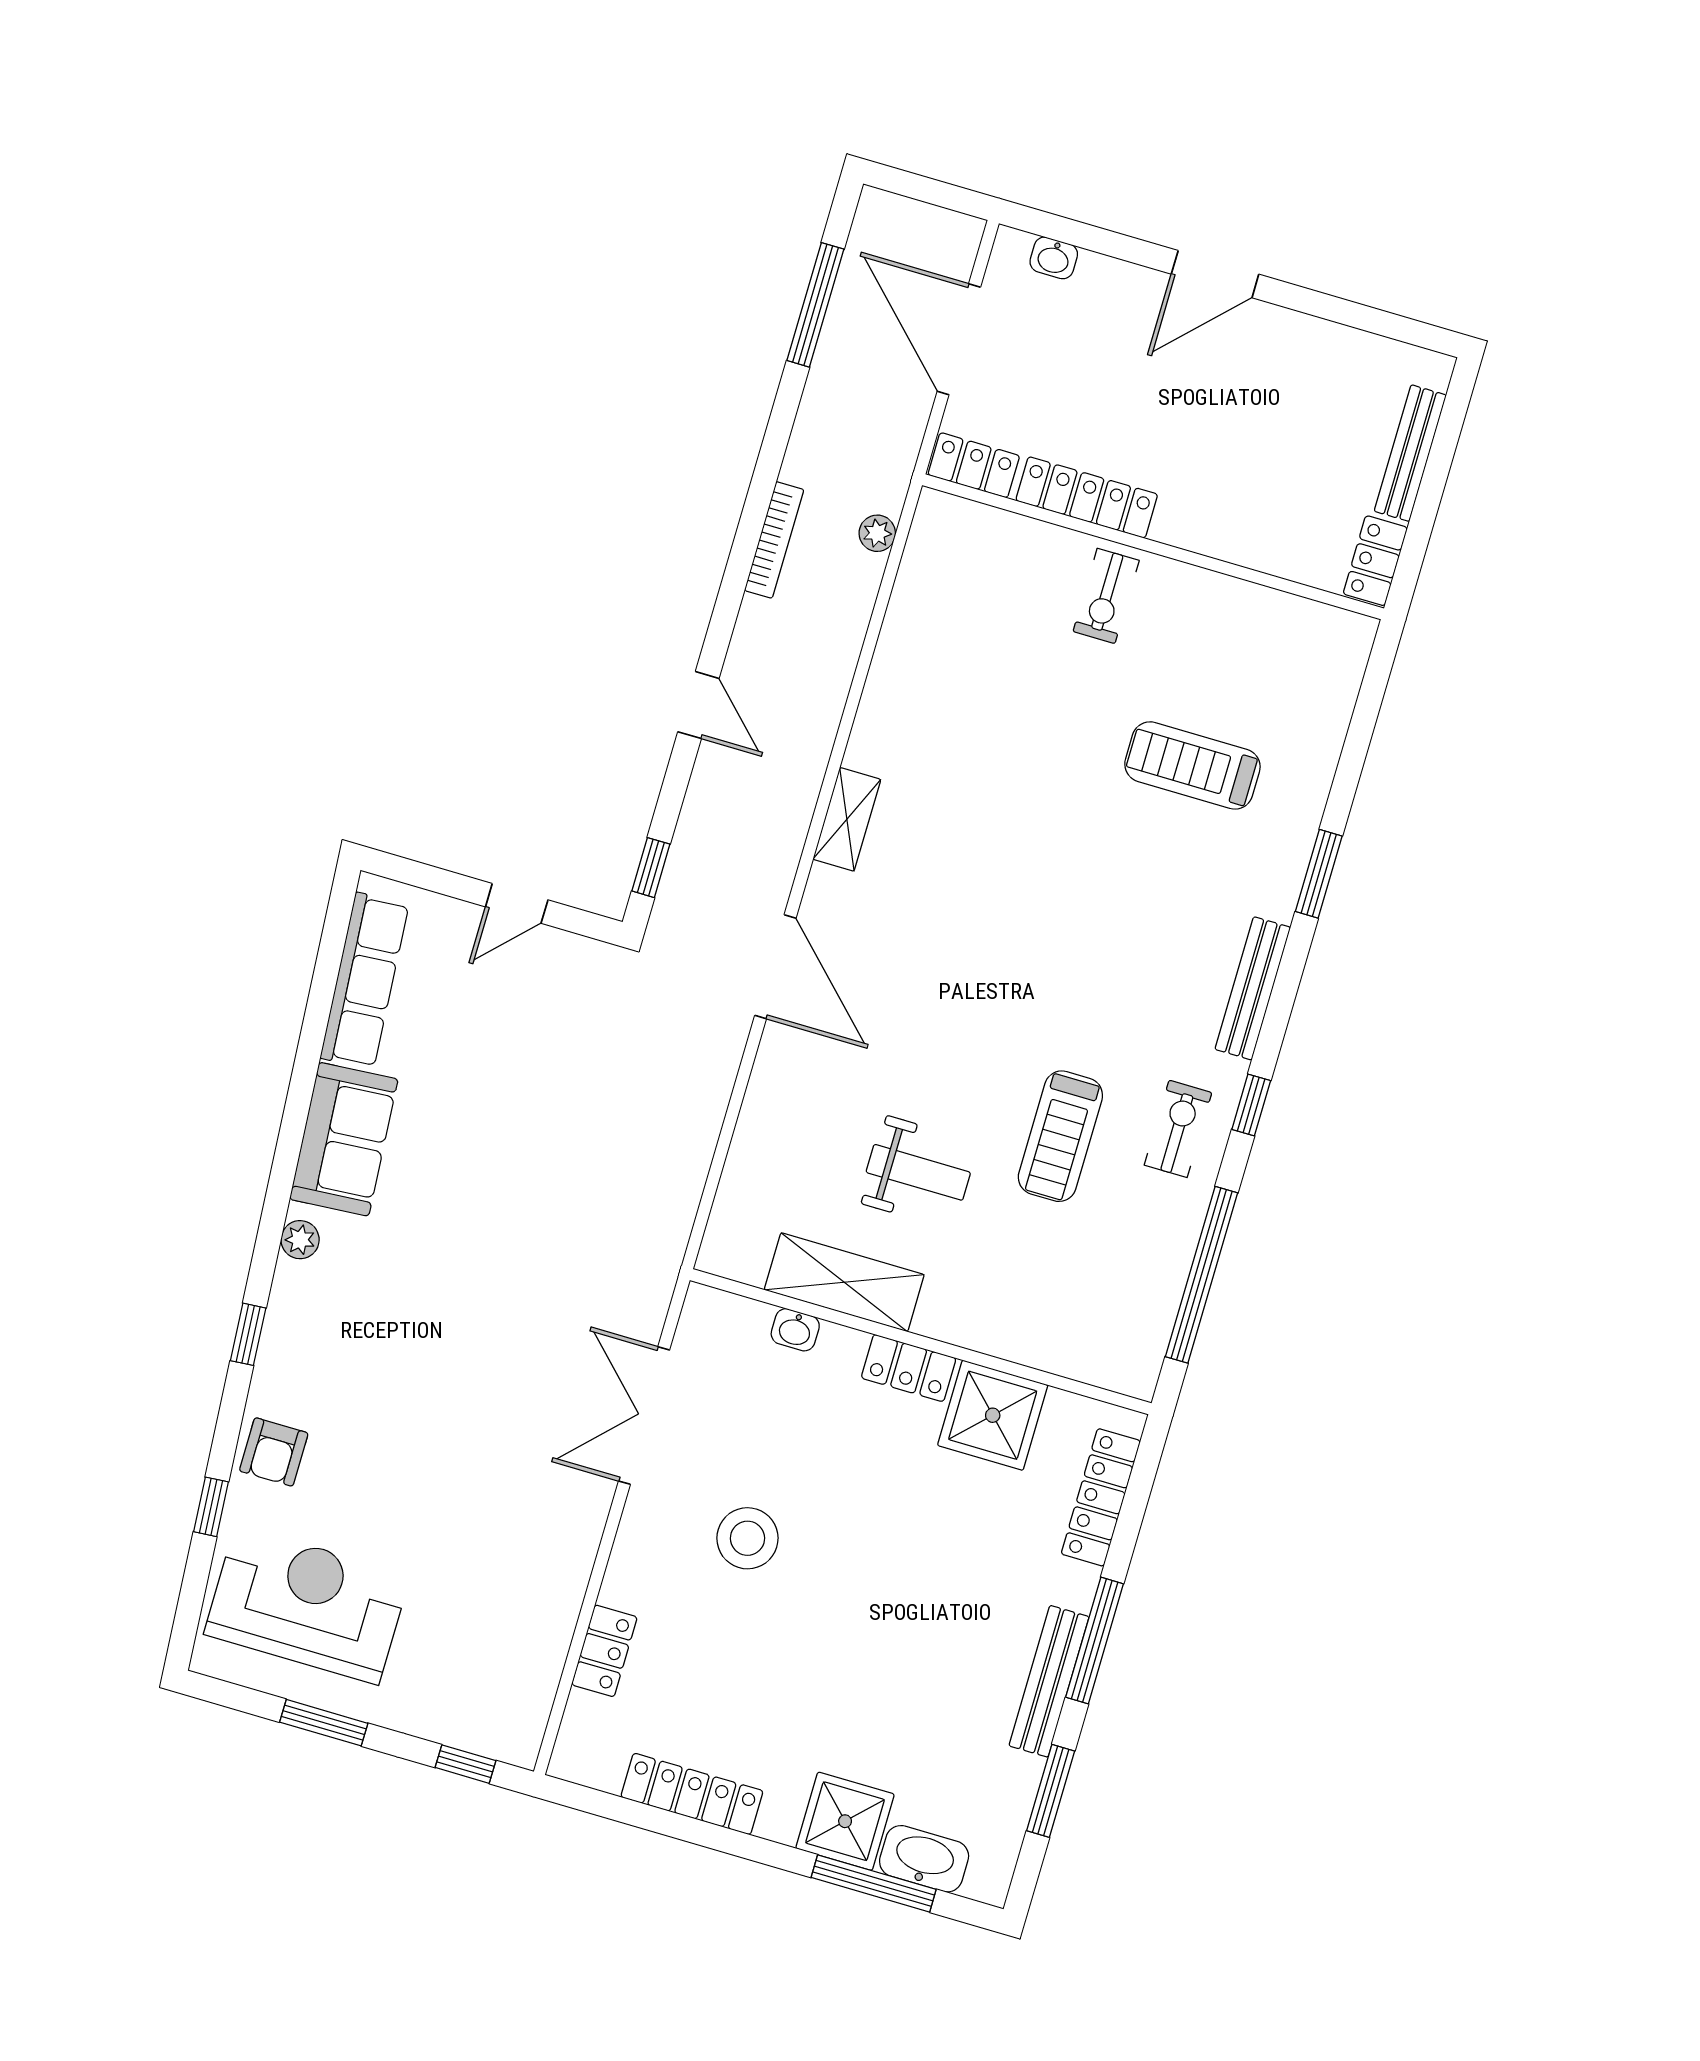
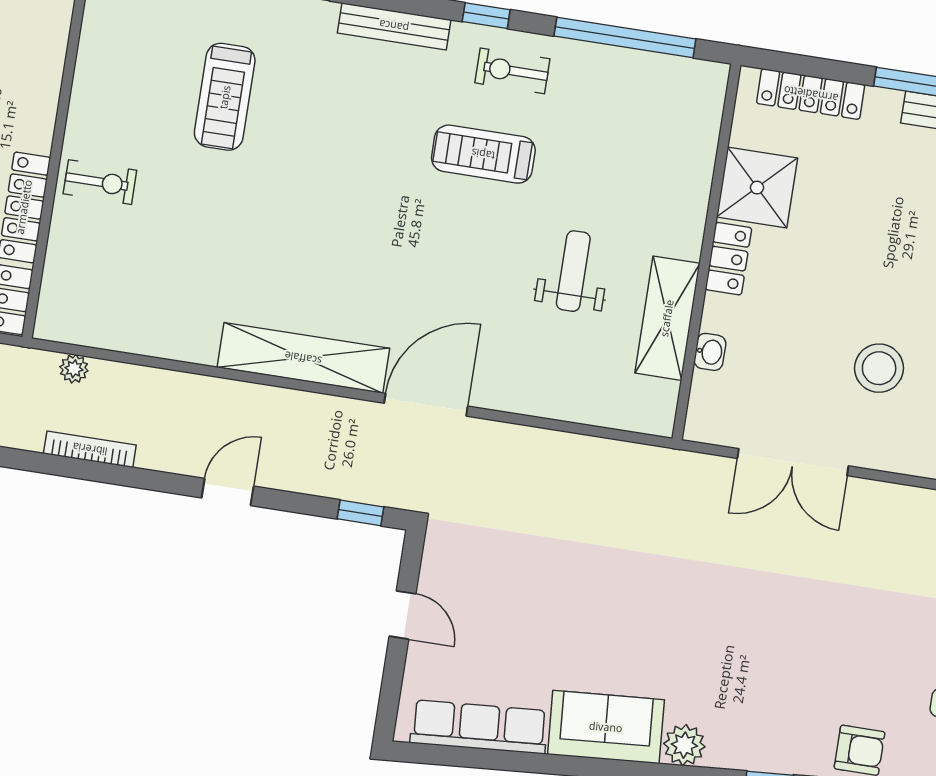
shelving: (847, 819) -> (303, 358), width x2.20, depth x1.33
treadmill: (1060, 1136) -> (483, 154), moved, turned 180
plant: (300, 1240) -> (684, 745), width x1.38, depth x1.38

